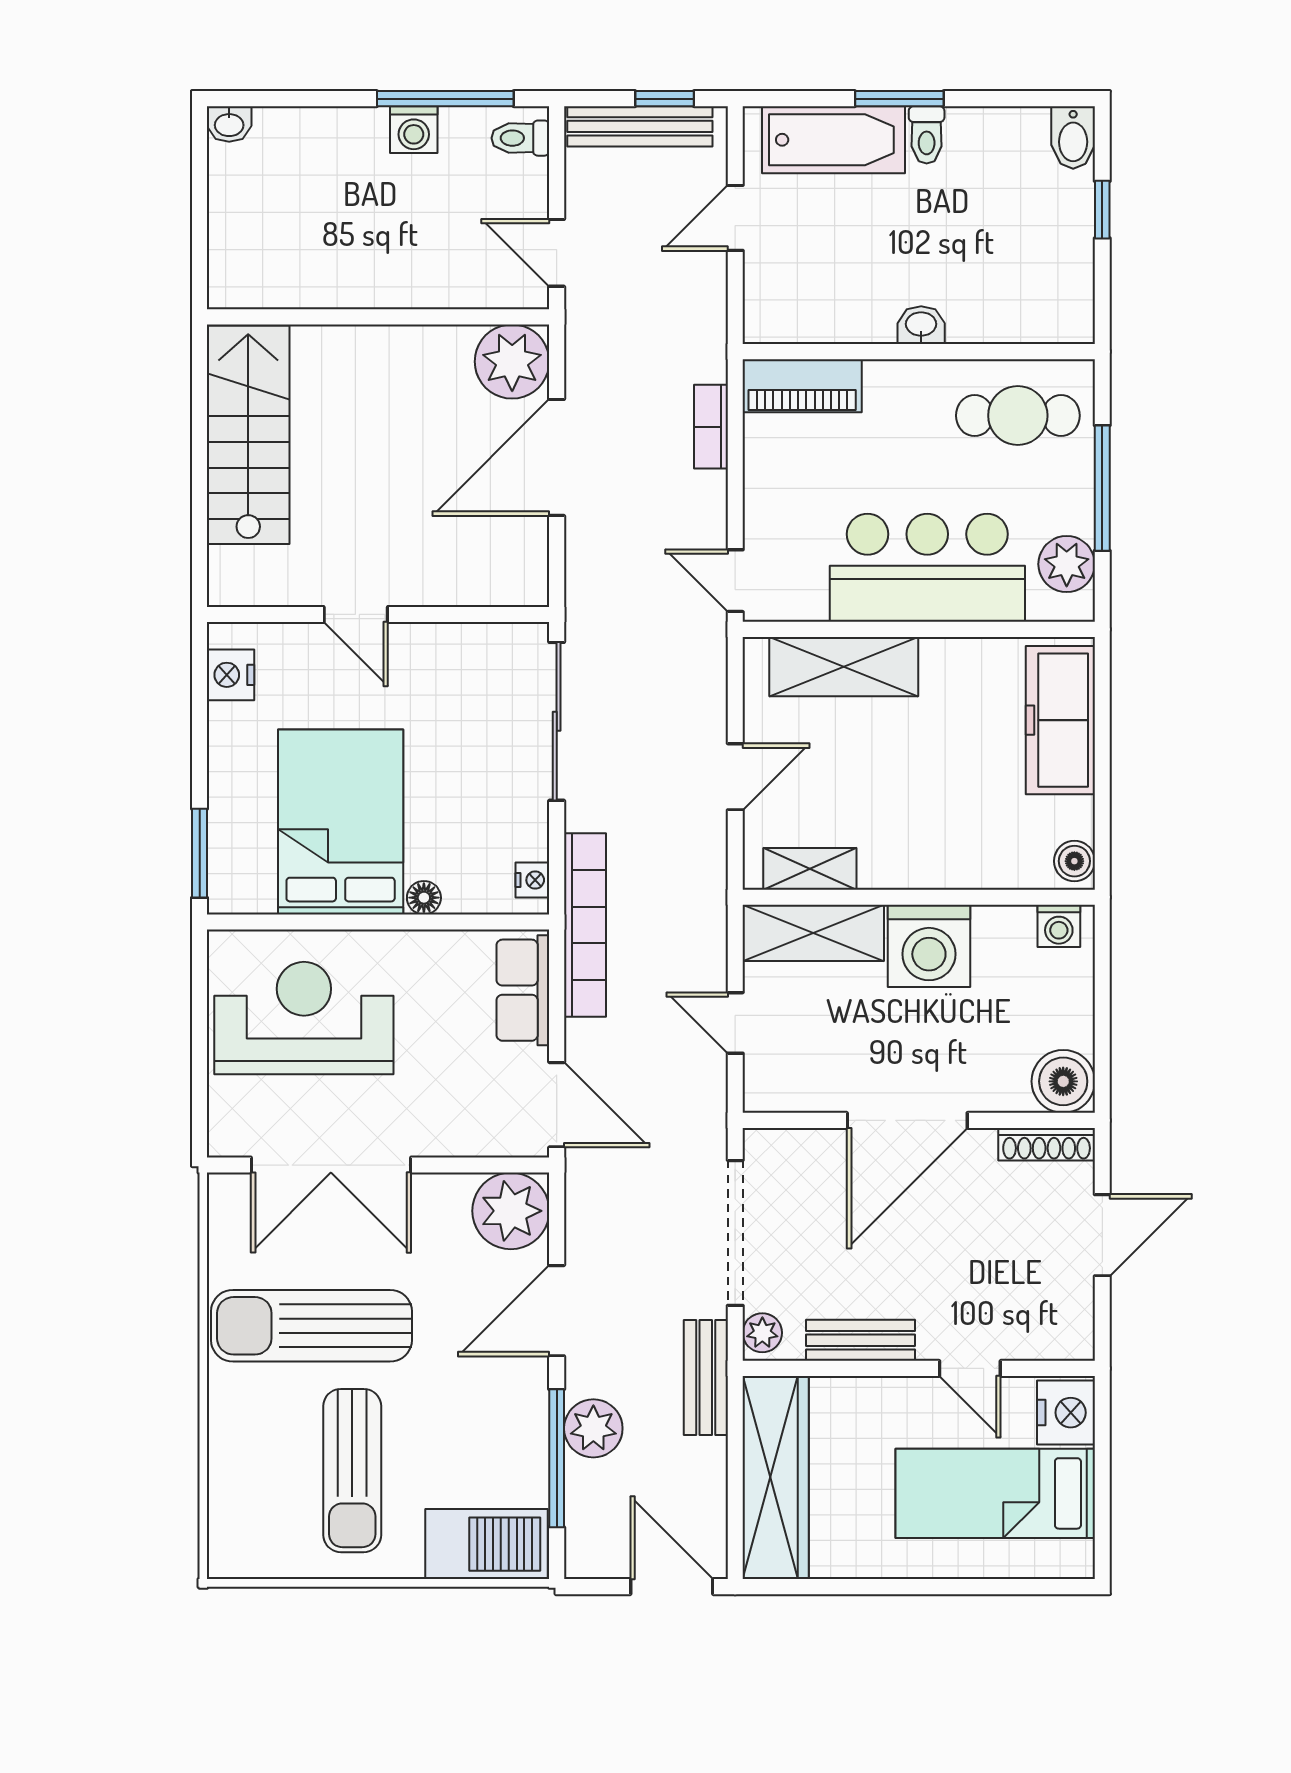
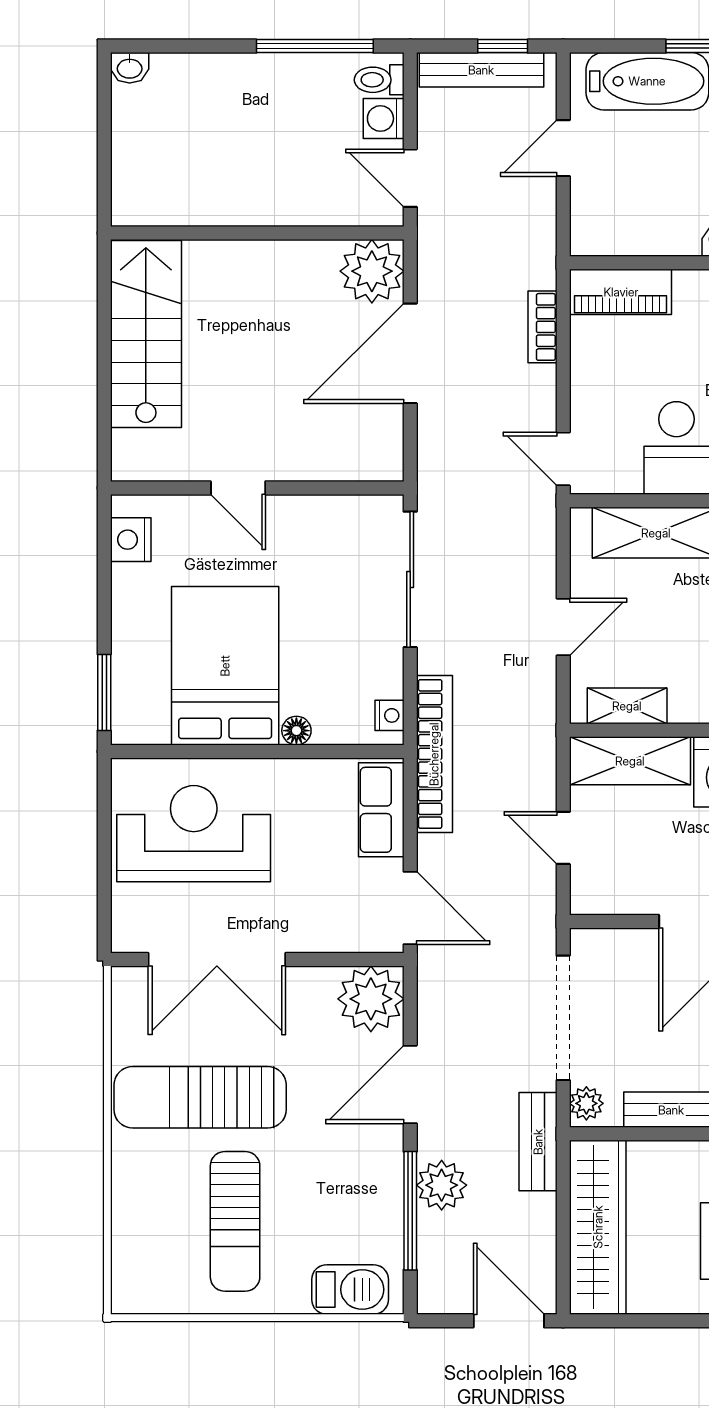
washing machine: (414, 130) -> (384, 119), moved, turned 90
barbecue: (487, 1544) -> (350, 1290), width x0.73, depth x0.83

